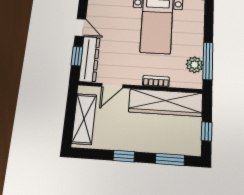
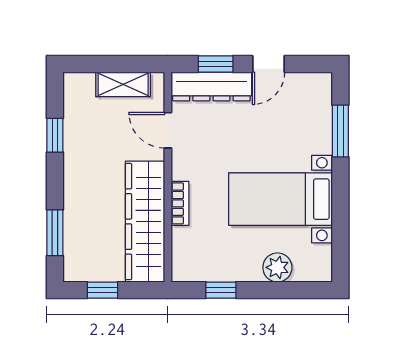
window: (208, 61) -> (221, 290), width x0.46
plant: (194, 65) -> (277, 267), moved
shelving: (84, 119) -> (123, 84), width x0.67, depth x0.75
window: (124, 156) -> (55, 135), moved

